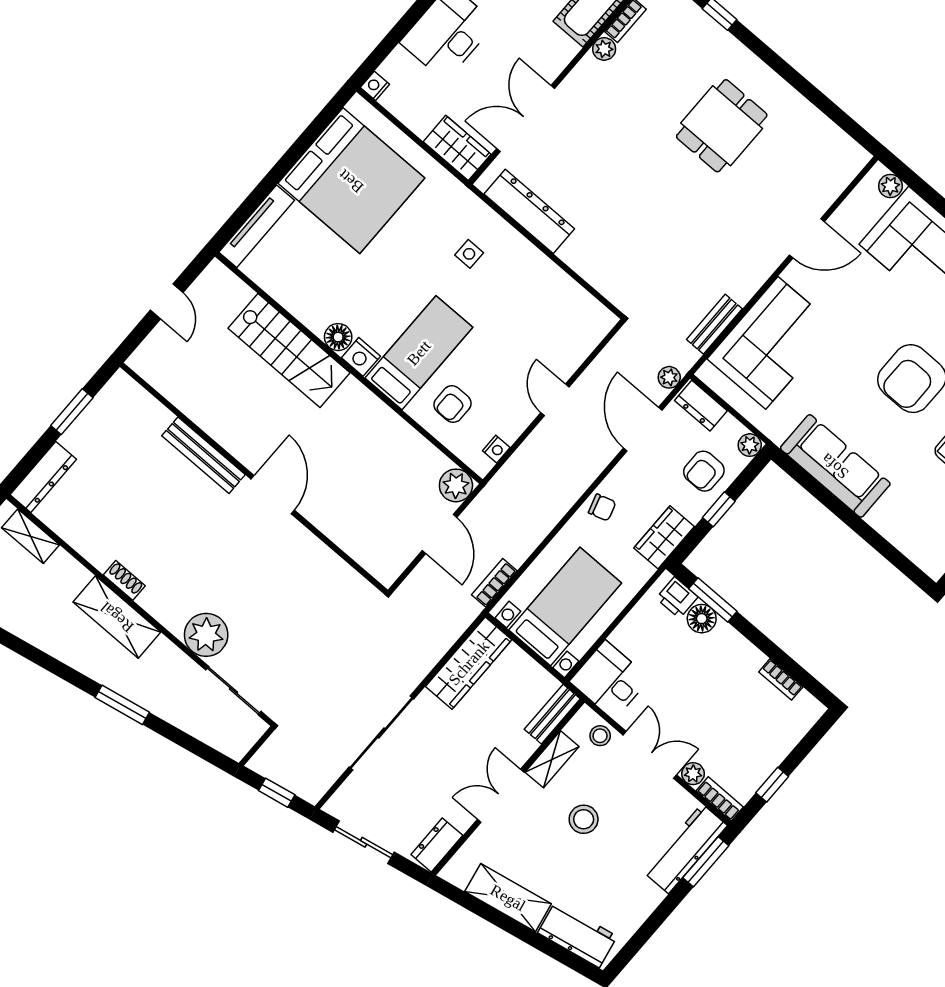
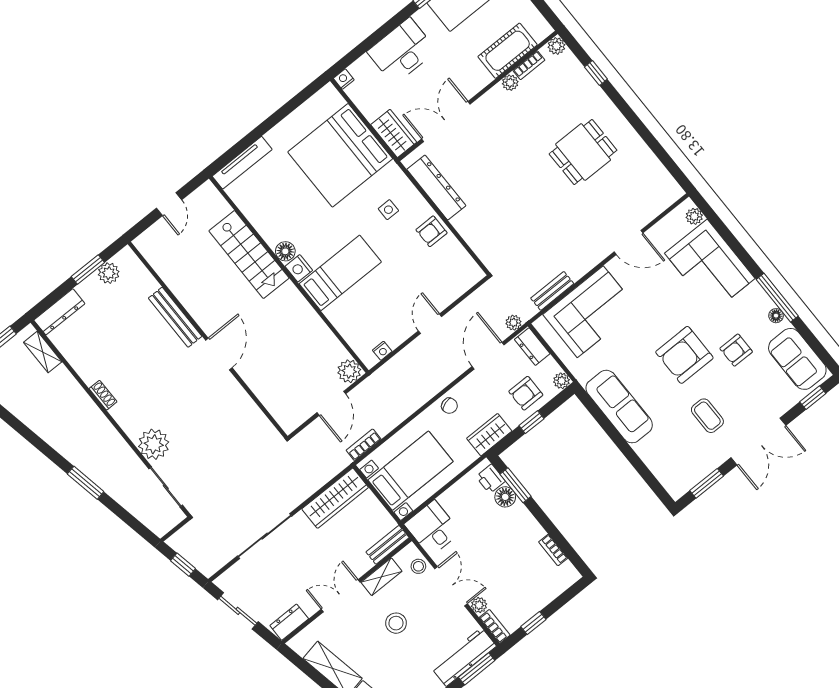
bed: (351, 181) -> (340, 155), moved, turned 90
armchair: (452, 404) -> (432, 231), moved
plant: (101, 411) -> (109, 273), added
shelving: (117, 617) -> (93, 420), removed

